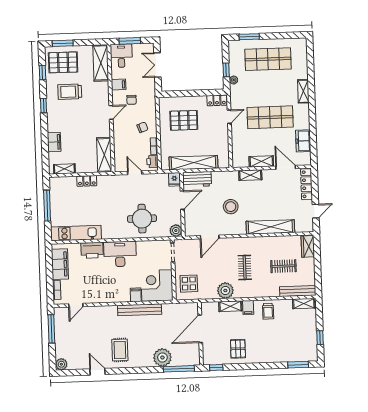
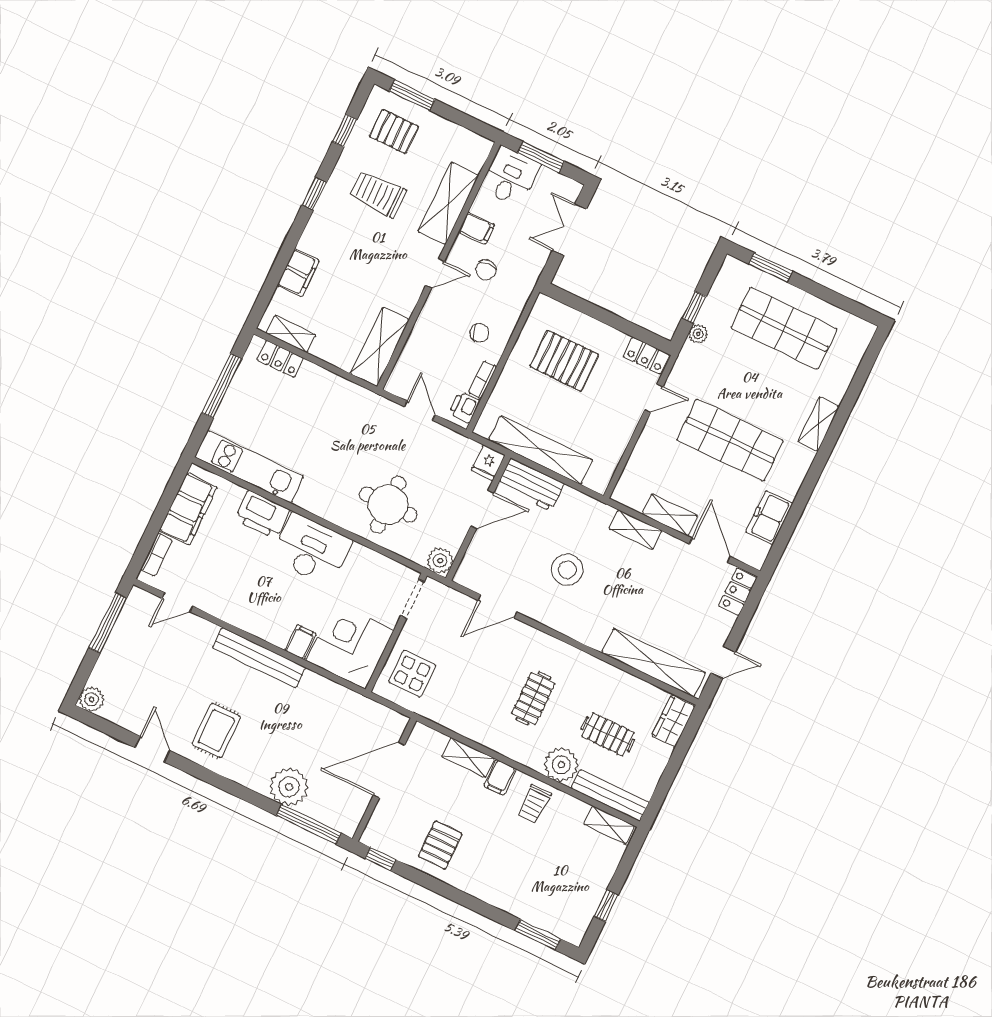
pallet: (63, 62) -> (394, 132), width x0.67, depth x0.71
shelving: (101, 63) -> (448, 203), moved
locker: (87, 181) -> (280, 359), moved
locker: (307, 184) -> (738, 592), width x0.66
shelving: (270, 227) -> (654, 663), moved
plant: (225, 291) -> (561, 765), moved
bench: (140, 310) -> (259, 658), moved

